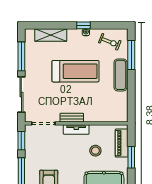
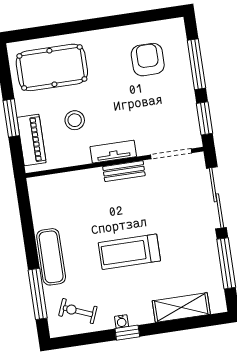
treadmill: (75, 71) -> (129, 252), width x0.73, depth x0.73

